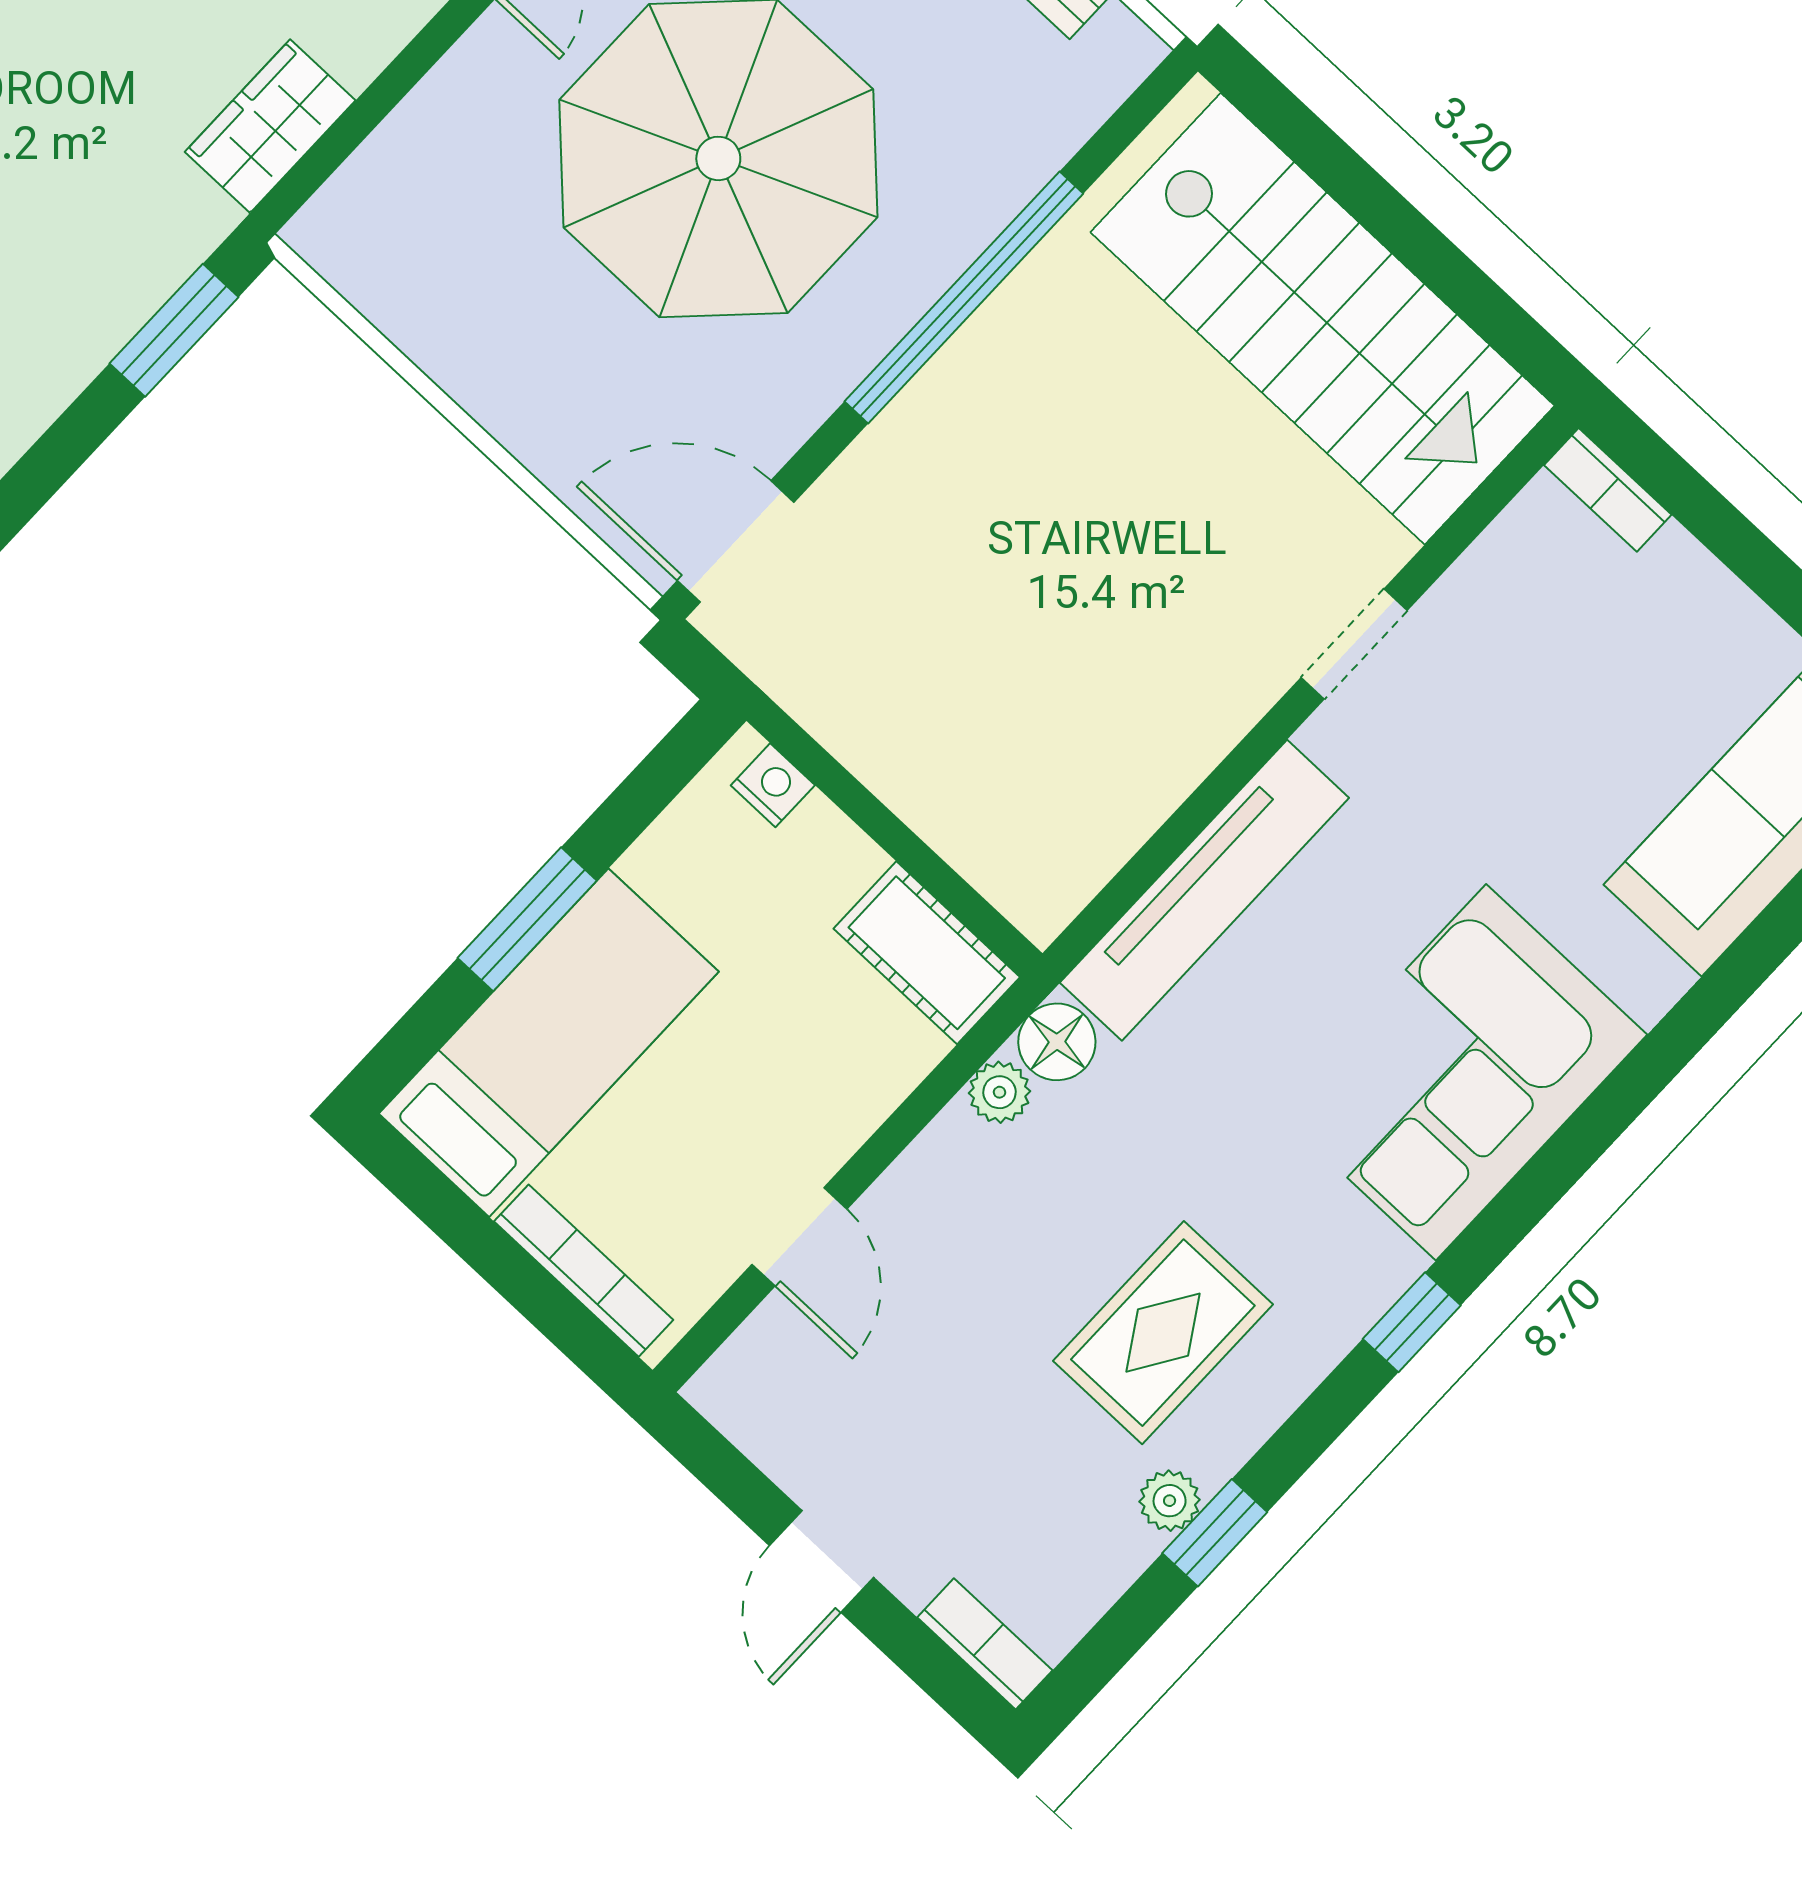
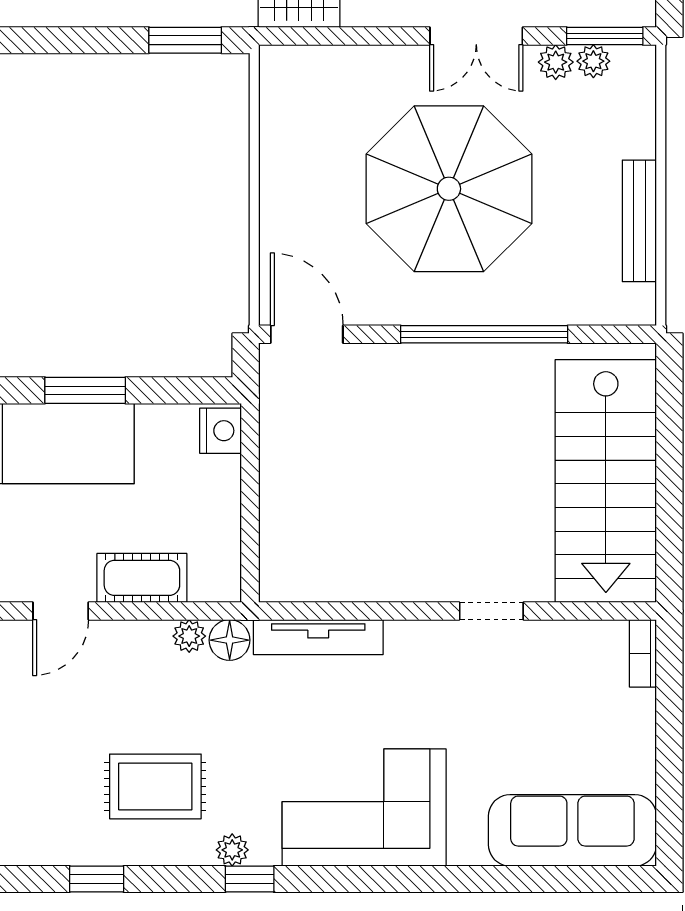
nightstand: (773, 785) -> (220, 431), width x1.39, depth x1.35
tv unit: (1204, 890) -> (318, 637), width x0.73, depth x0.78
cot: (927, 953) -> (142, 578), moved, turned 90
plant: (1170, 1501) -> (232, 850), moved

